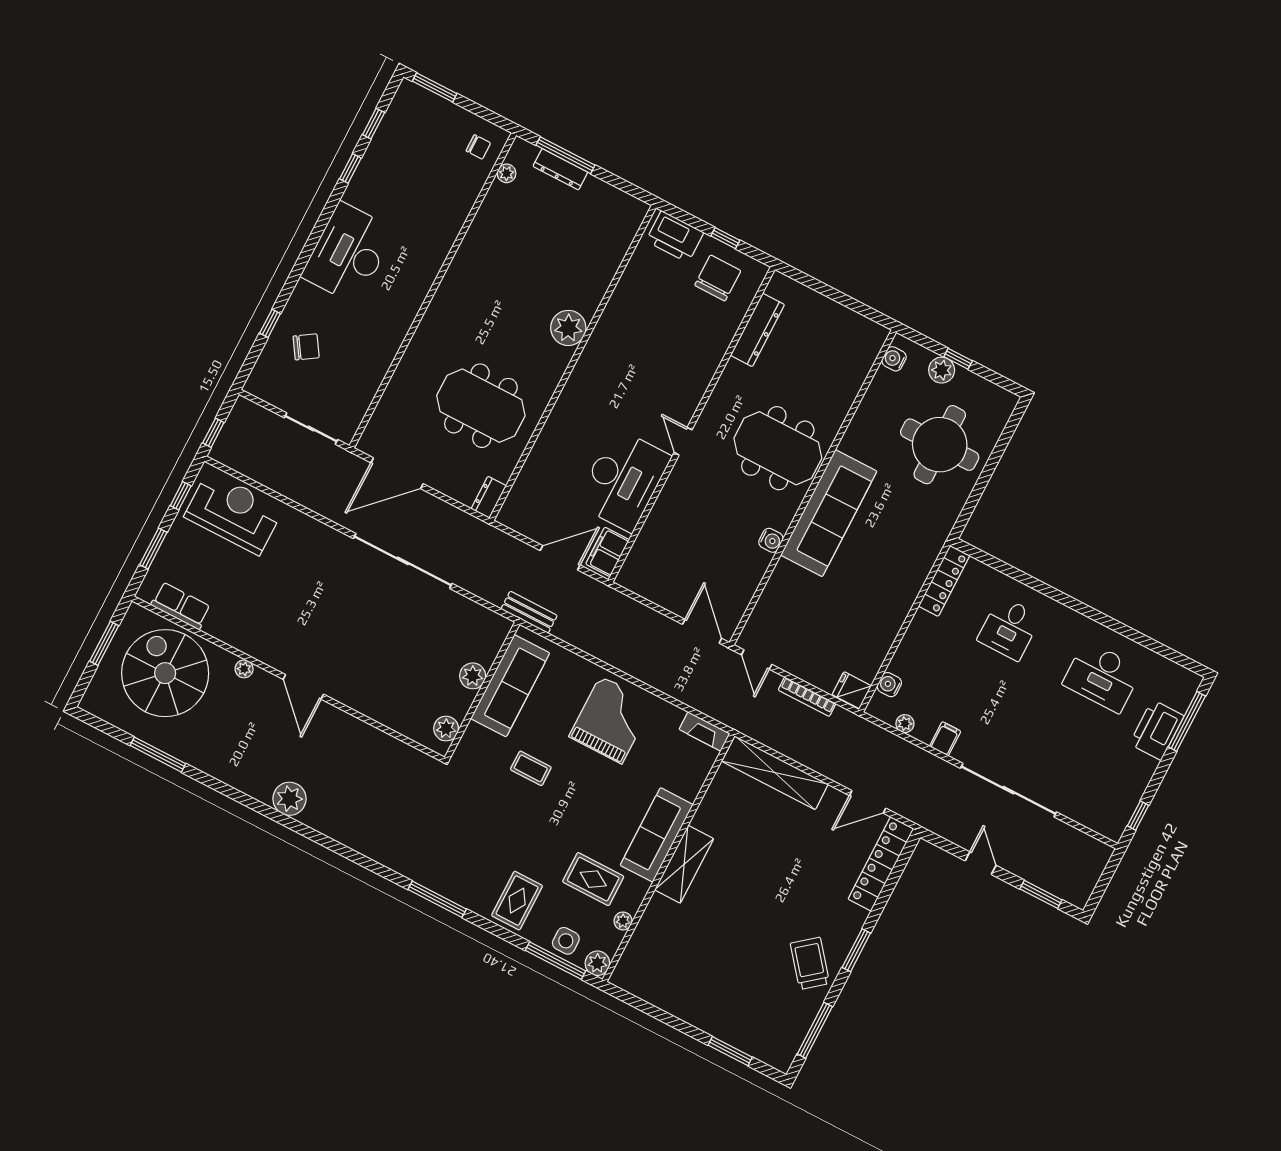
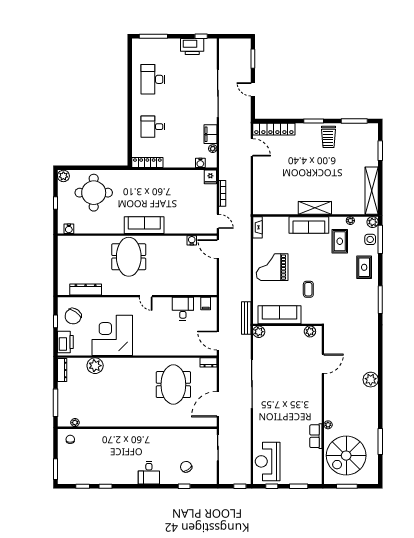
dresser: (560, 169) -> (62, 370), moved
desk: (348, 253) -> (149, 473), width x0.53, depth x0.77
chair: (718, 278) -> (73, 316), turned -56
plant: (568, 328) -> (95, 366), moved
corner desk: (640, 335) -> (112, 335), added
plant: (942, 370) -> (63, 176), moved
door: (683, 441) -> (146, 296), hinge flipped
door: (397, 473) -> (218, 404), swing flipped
desk: (623, 480) -> (183, 309), width x0.53, depth x0.77
sofa: (829, 513) -> (144, 225), width x0.74, depth x0.79
water cooler: (771, 540) -> (192, 240), moved
filing cabinet: (607, 552) -> (206, 304), width x0.50
door: (560, 558) -> (218, 341), moved
row of seats: (181, 606) -> (316, 436), moved
bench: (529, 612) -> (246, 318), width x1.36
desk: (1009, 628) -> (153, 127), turned 180
door: (702, 631) -> (218, 249), hinge flipped
door: (757, 660) -> (218, 221), hinge flipped
plant: (473, 676) -> (259, 332), moved
desk: (1102, 677) -> (153, 79), turned 180
door: (303, 687) -> (323, 364), moved
printer: (1157, 730) -> (192, 46), moved
filing cabinet: (945, 739) -> (210, 134), width x2.00
shelving: (775, 773) -> (372, 191), moved
door: (981, 863) -> (253, 89), hinge flipped
rug: (517, 901) -> (364, 267), turned 90
trolley: (810, 963) -> (328, 137), turned -51

